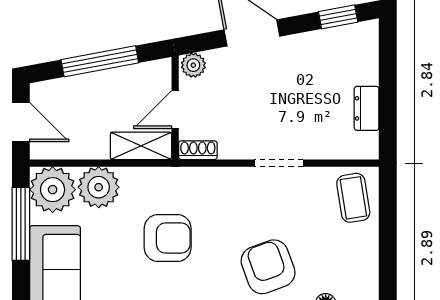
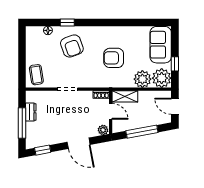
window: (388, 82) -> (22, 123), added
door: (175, 110) -> (111, 111), hinge flipped
window: (21, 224) -> (175, 64), width x0.46

